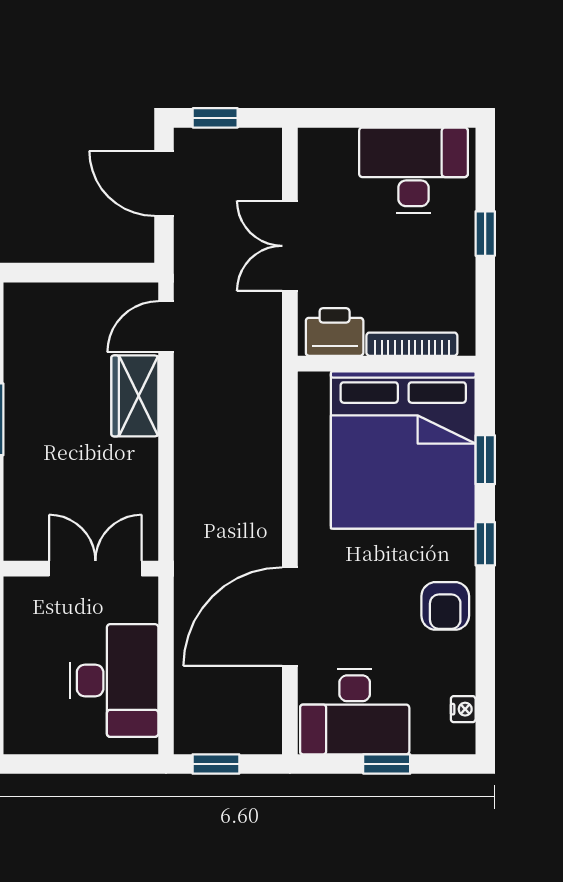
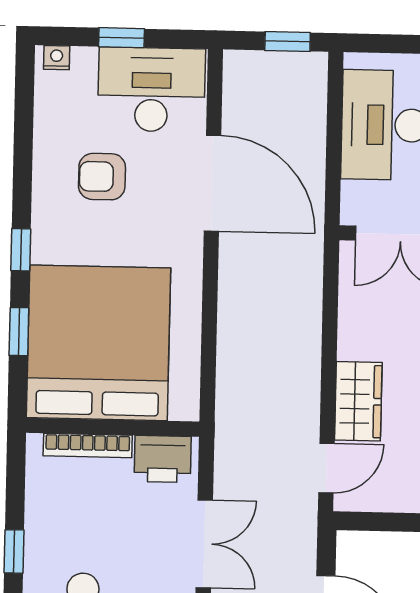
armchair: (445, 606) -> (102, 177), moved, turned -90
door: (290, 617) -> (212, 183), hinge flipped
nightstand: (463, 709) -> (57, 58), moved, turned 90

